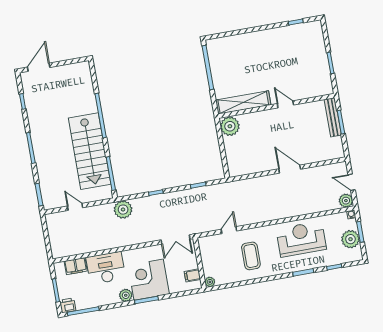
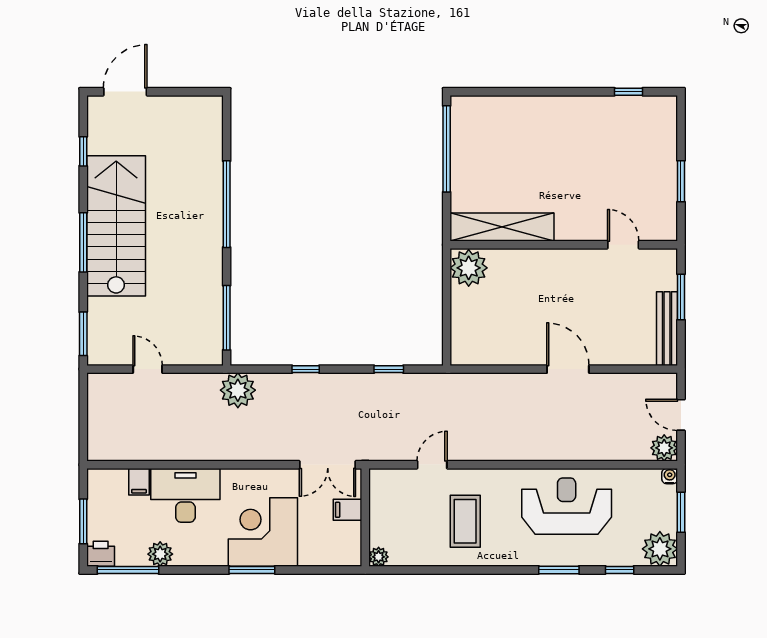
door: (285, 104) -> (623, 245), moved
bench: (333, 117) -> (667, 329), moved
stairs: (90, 151) -> (116, 226), moved, turned 180
plant: (350, 239) -> (660, 549), moved
filing cabinet: (76, 266) -> (139, 482), width x0.50
filing cabinet: (192, 275) -> (348, 510), moved
plant: (126, 295) -> (160, 554), moved

